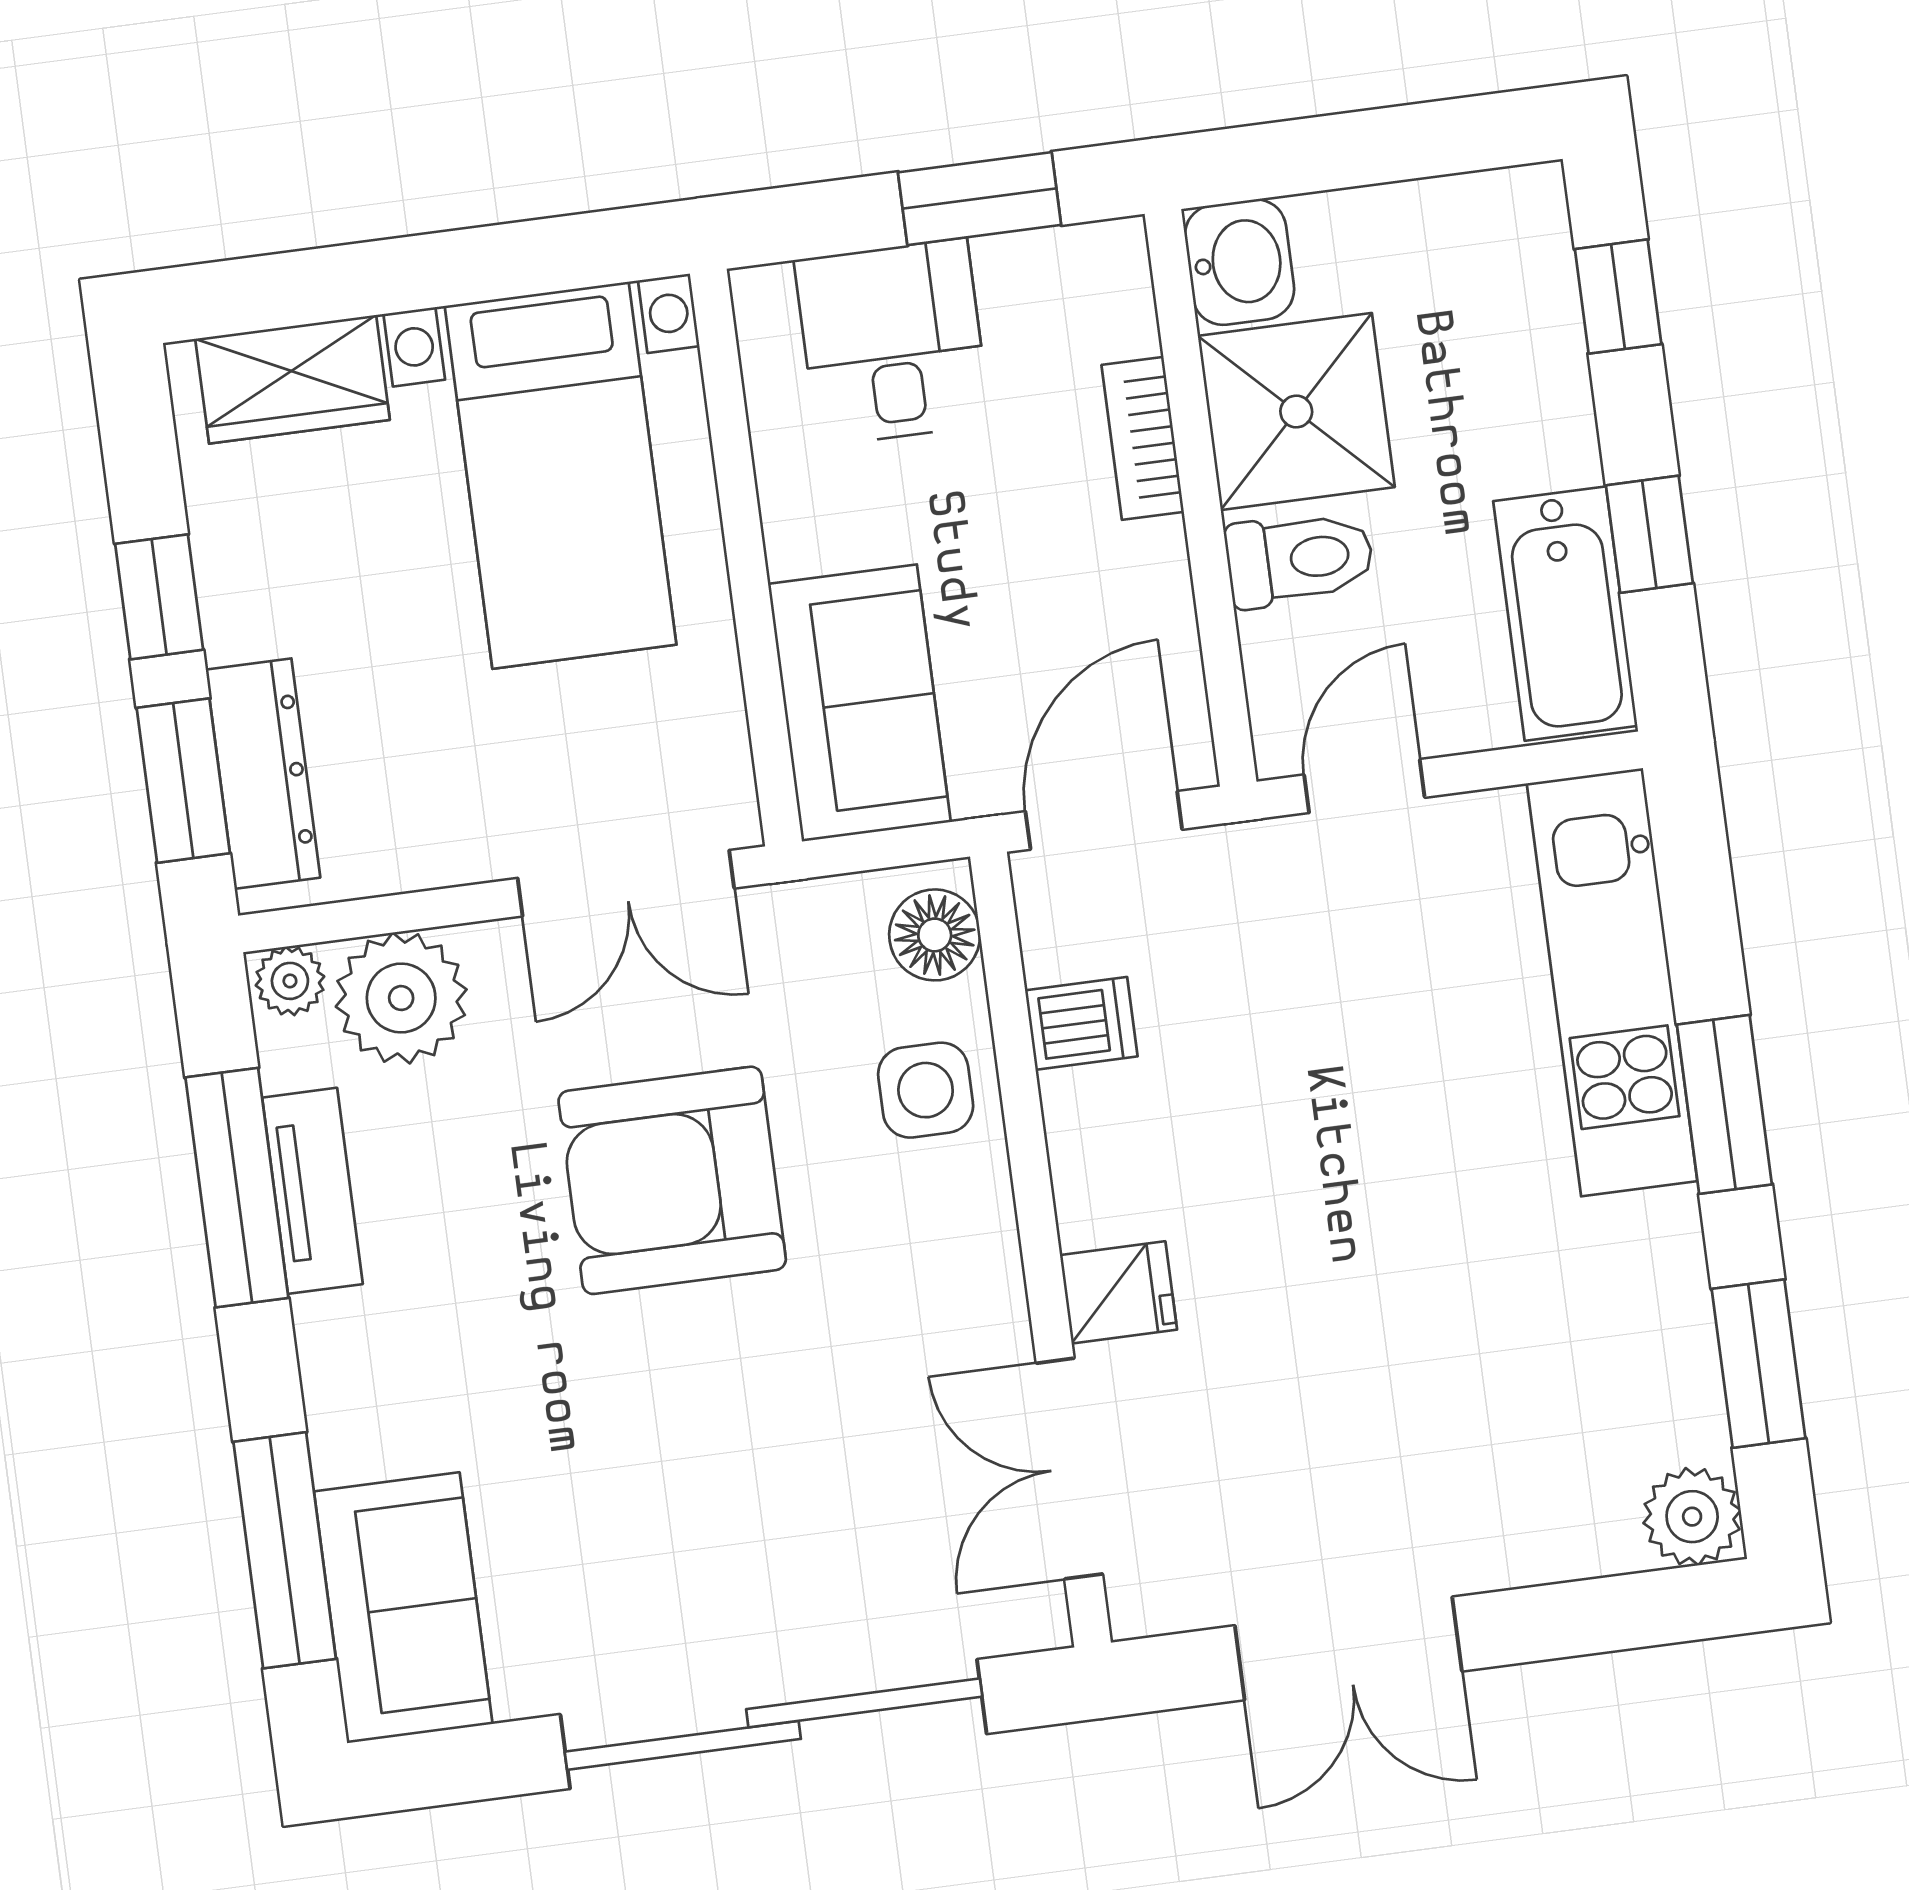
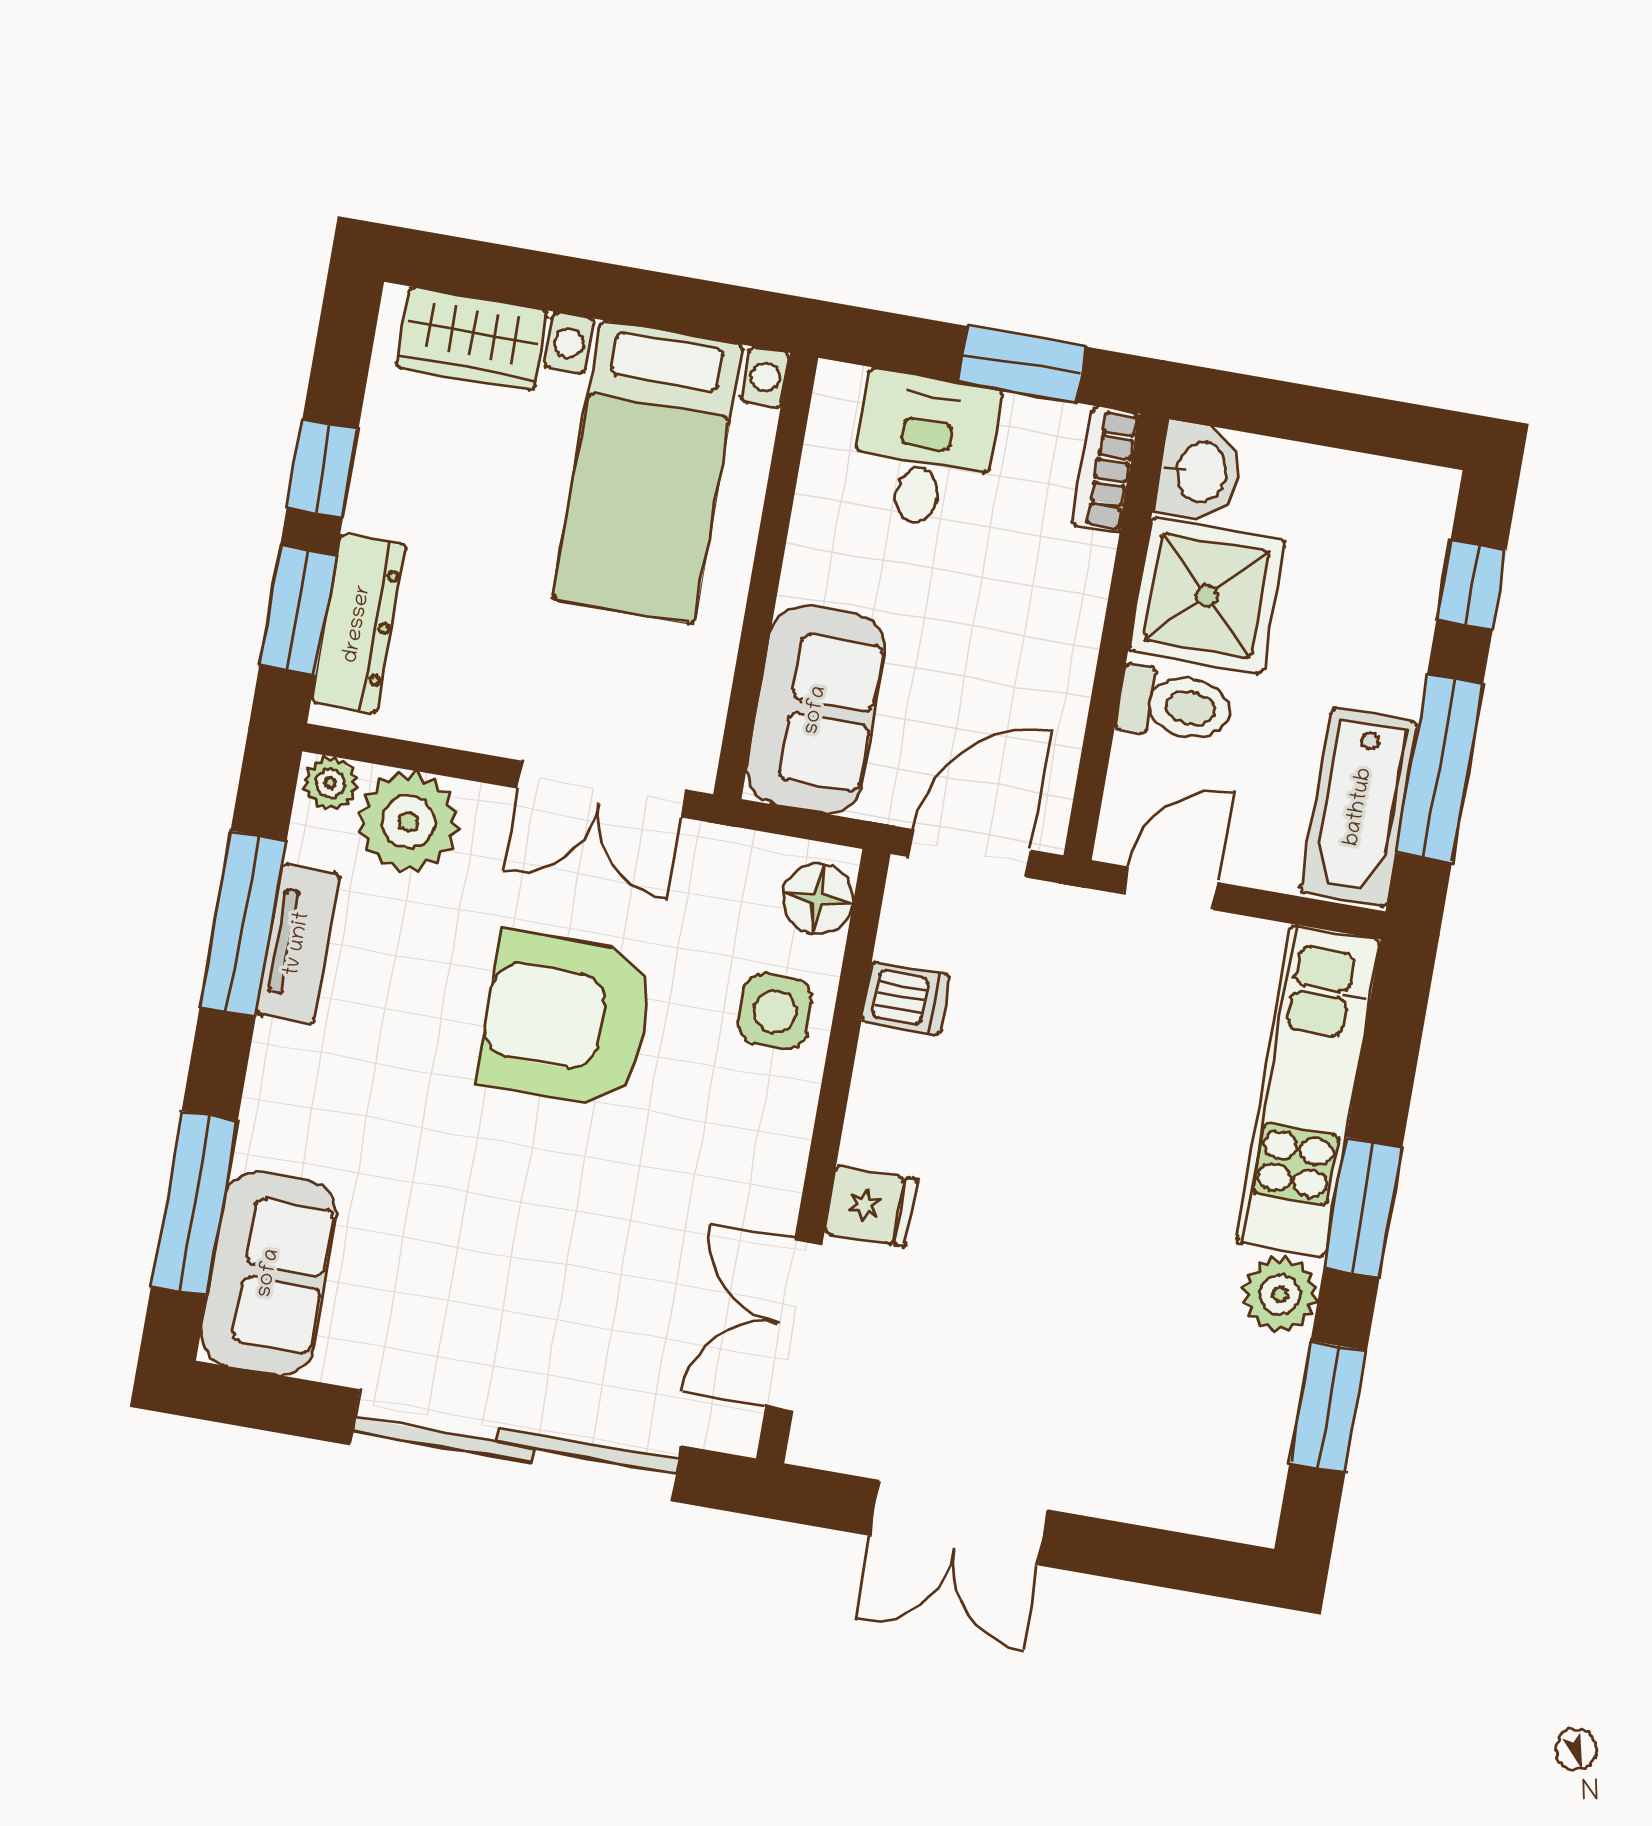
bookcase: (1143, 438) -> (1106, 469), moved
window: (1649, 534) -> (1440, 768), width x2.17
plant: (1692, 1517) -> (1280, 1294), moved

